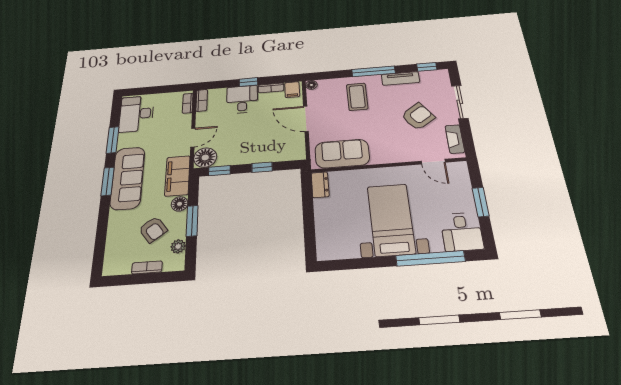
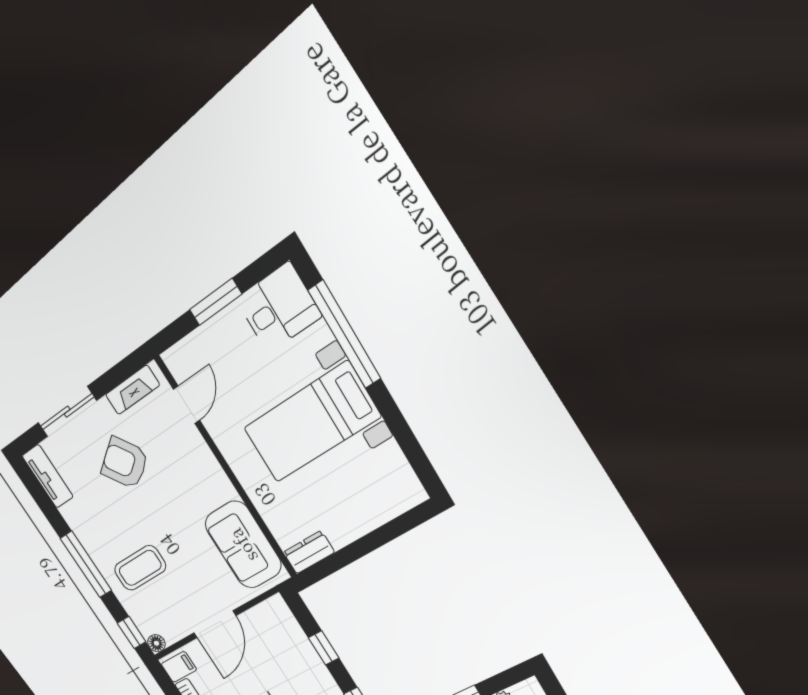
window: (427, 67) -> (132, 633), moved
tv unit: (400, 78) -> (48, 476), moved

